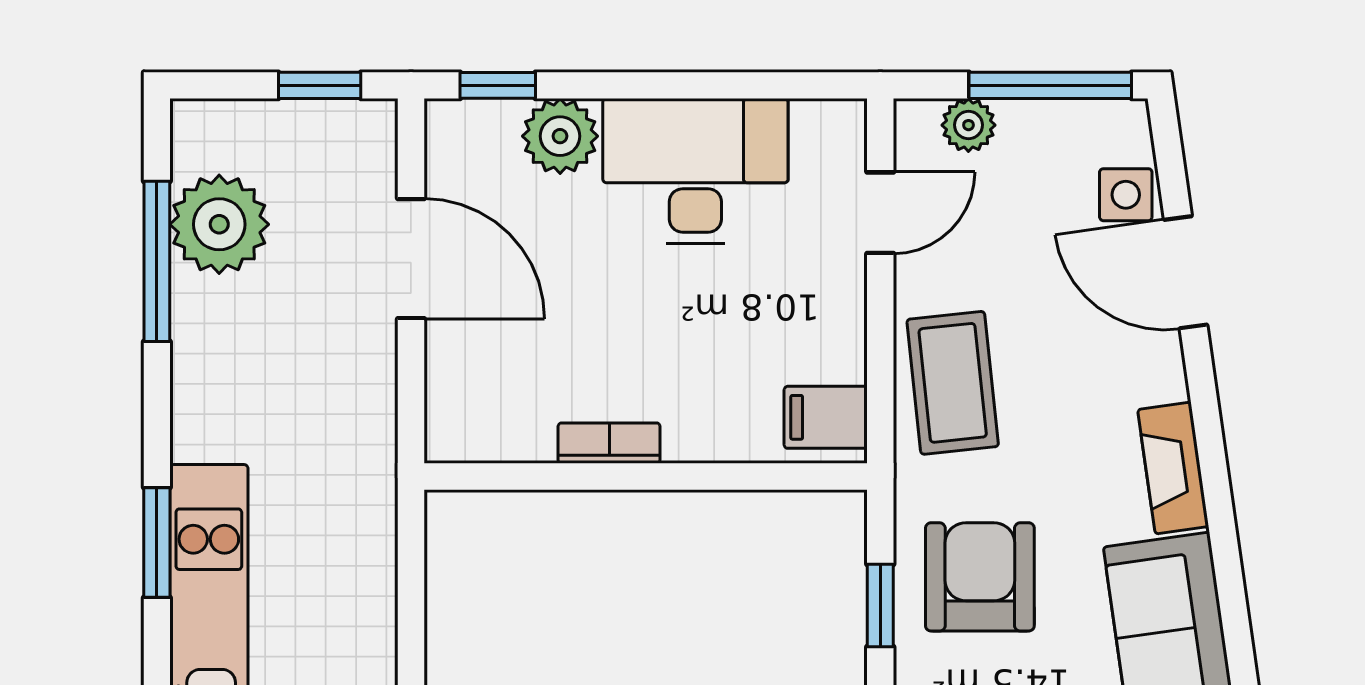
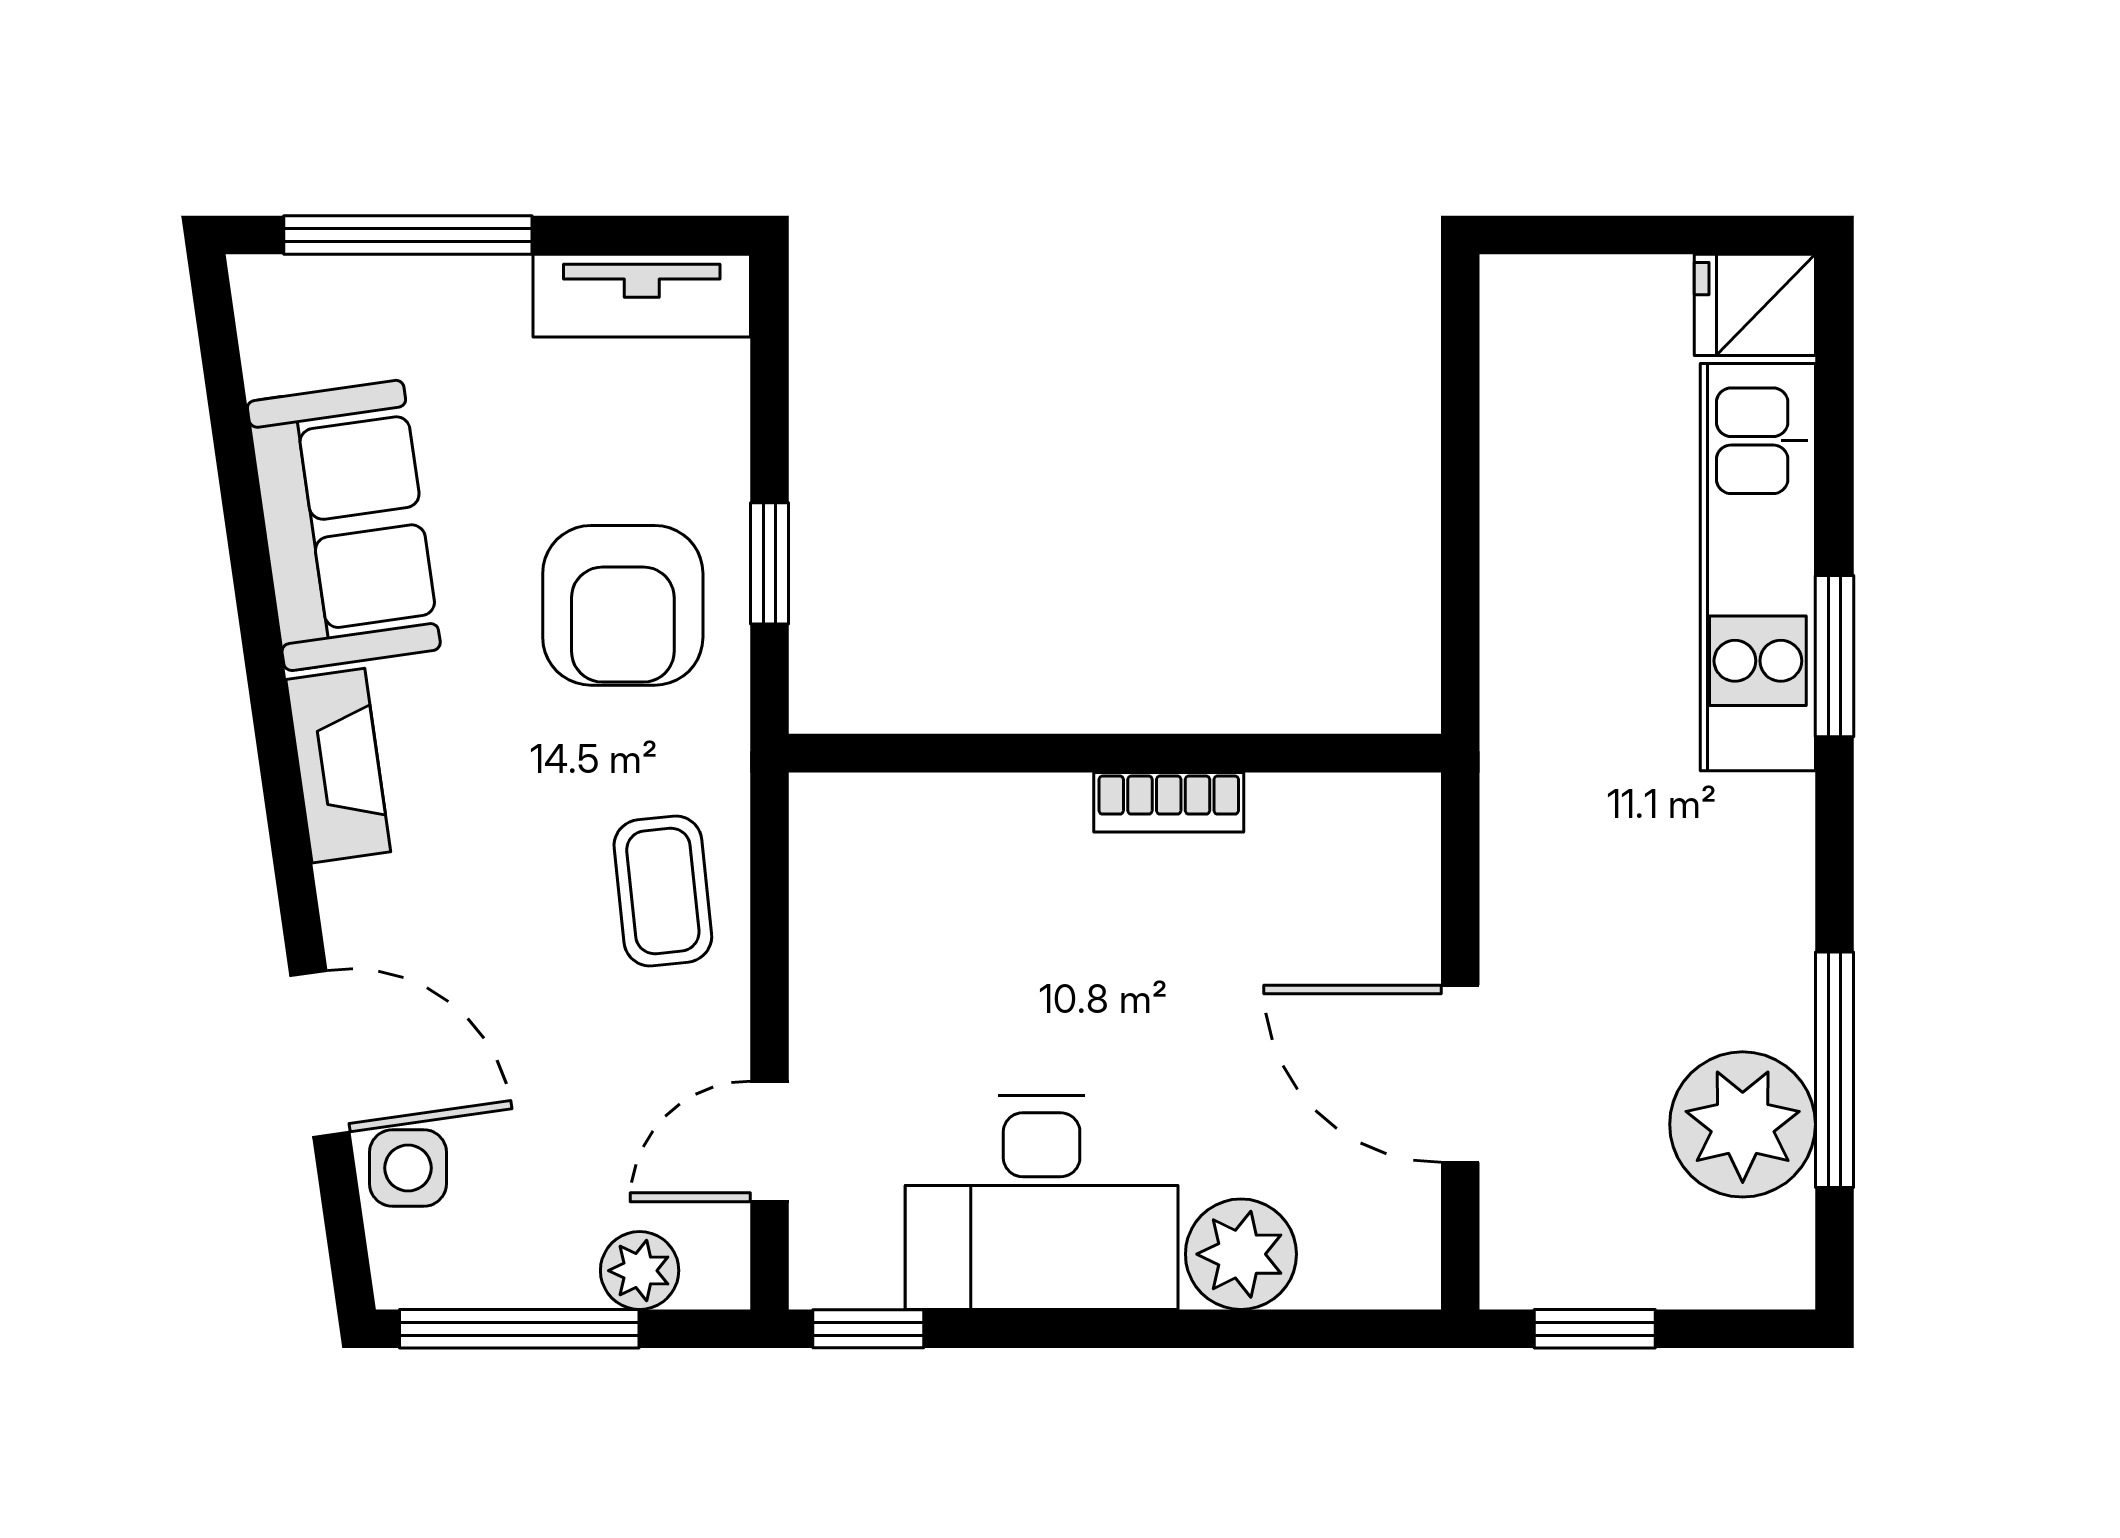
window: (498, 85) -> (868, 1329), moved
coffee table: (953, 383) -> (663, 891), width x0.73, depth x0.77
filing cabinet: (826, 417) -> (850, 840), removed

